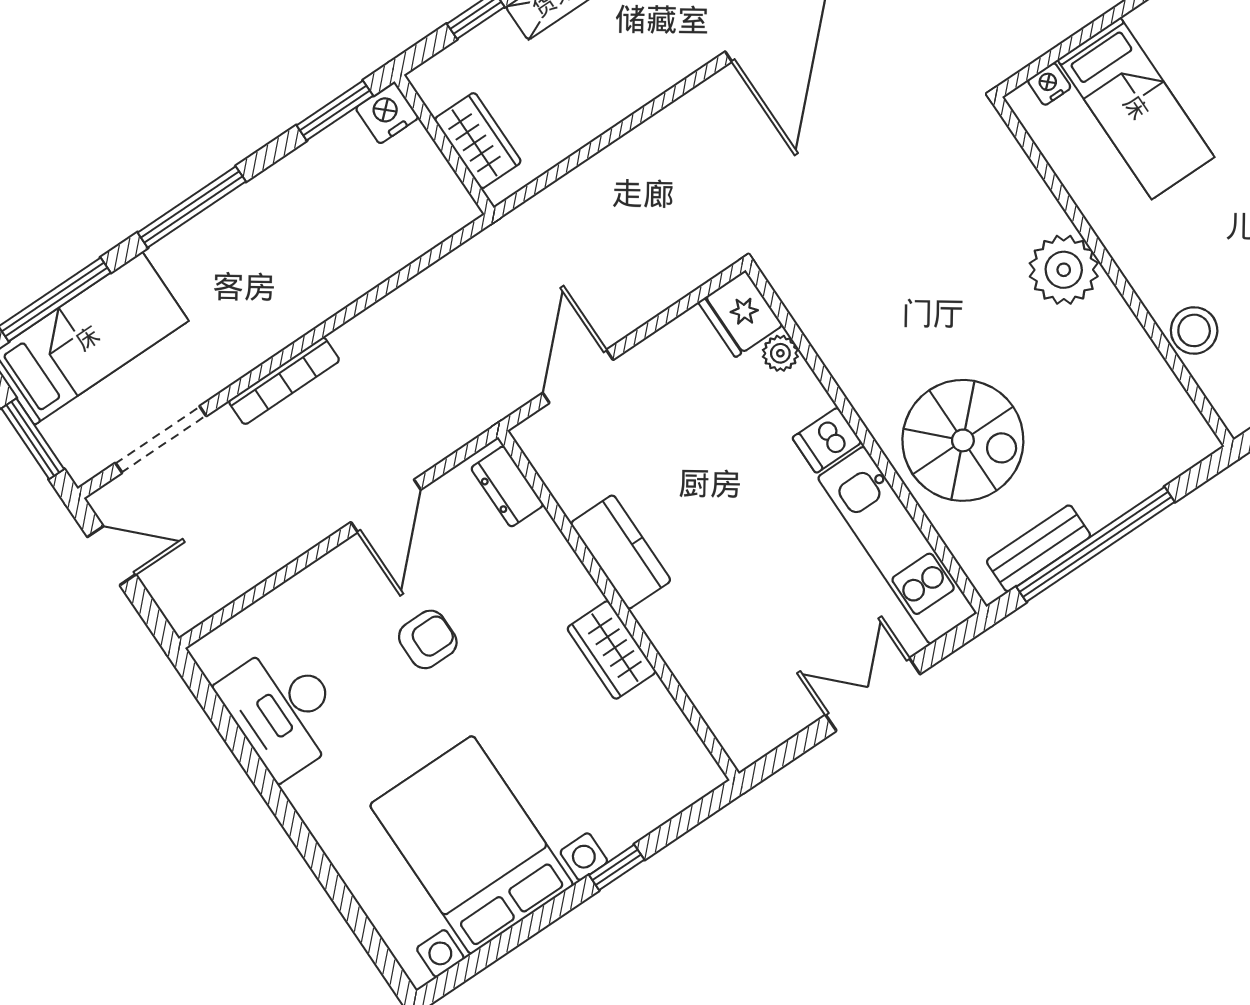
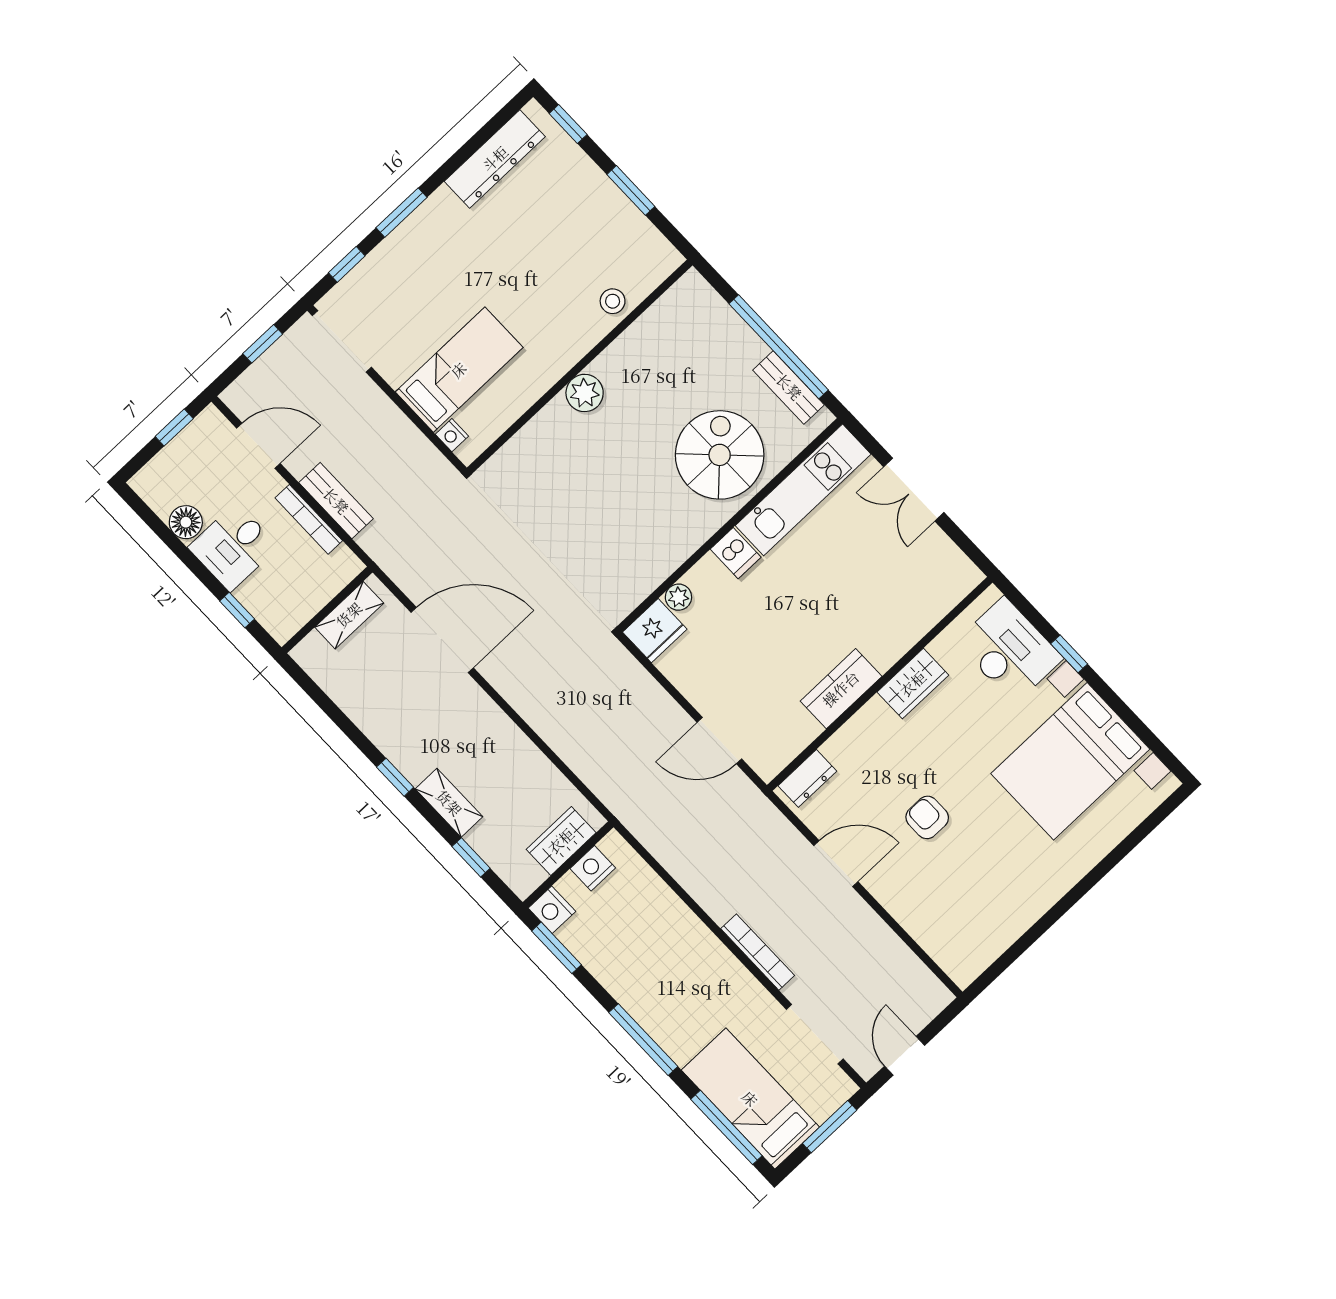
nightstand: (434, 177) -> (593, 868), added
plant: (1064, 270) -> (585, 393), width x0.73, depth x0.73
stool: (1194, 330) -> (613, 301), width x0.73, depth x0.73
desk: (283, 710) -> (1009, 650), moved, turned -90

